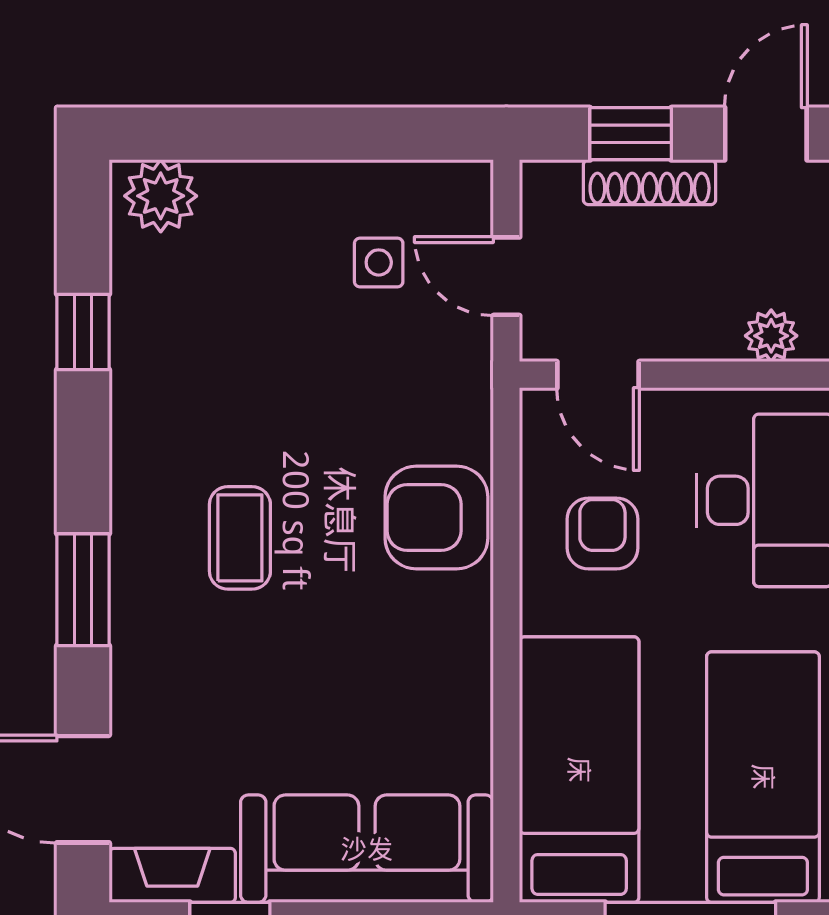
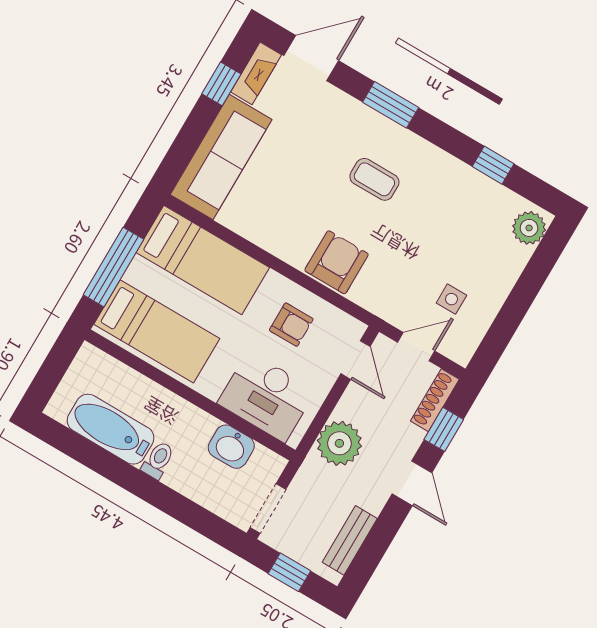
shoe rack: (650, 182) -> (435, 400), moved
plant: (771, 336) -> (339, 443), width x1.87, depth x1.87
door: (598, 375) -> (355, 360), swing flipped

